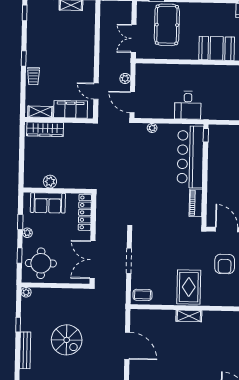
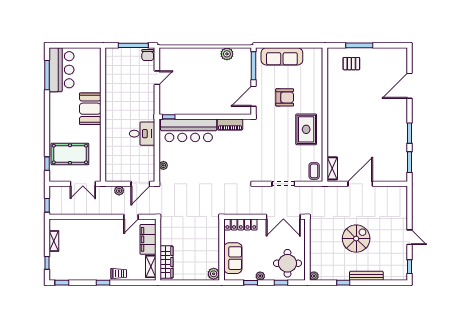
plant: (50, 182) -> (214, 274), moved
rug: (189, 287) -> (306, 129), turned 90
shelving: (189, 316) -> (332, 168), moved

